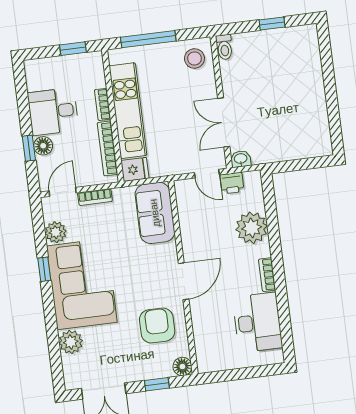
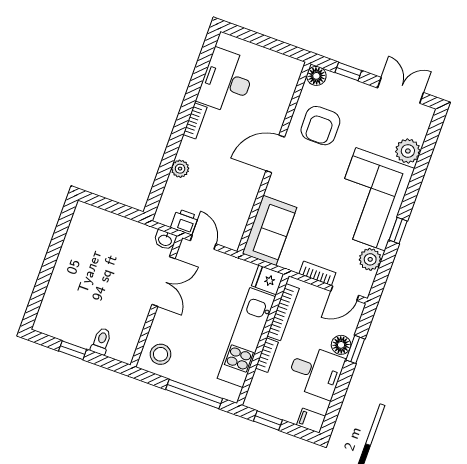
toilet: (224, 47) -> (101, 341), moved
filing cabinet: (36, 67) -> (311, 421), added
plant: (252, 228) -> (180, 169), width x0.53, depth x0.53

